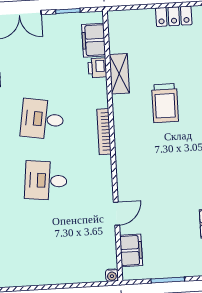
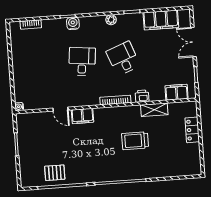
locker: (174, 16) -> (192, 130), moved
printer: (97, 68) -> (142, 96), moved
desk: (42, 119) -> (123, 59), turned -30
filing cabinet: (131, 250) -> (82, 116), moved

